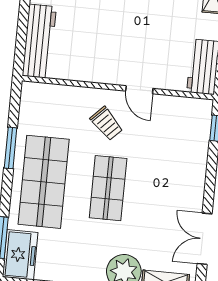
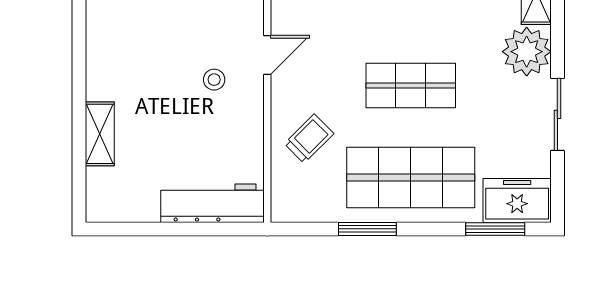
stool: (126, 51) -> (214, 80), added
trolley: (106, 124) -> (309, 139), moved

